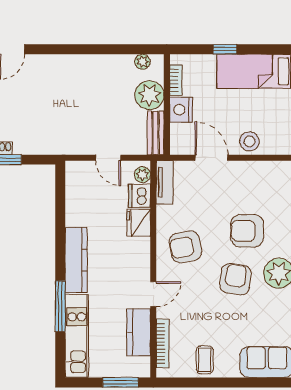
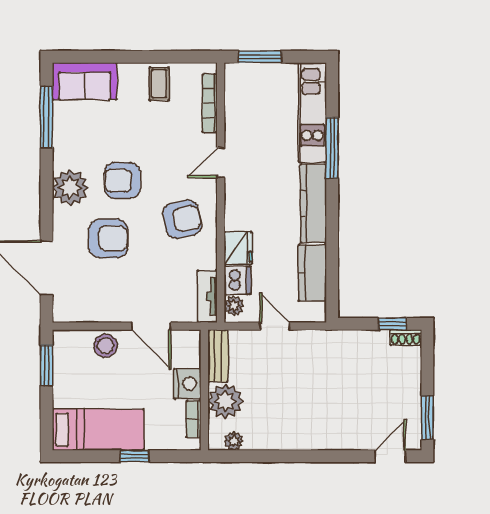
armchair: (235, 279) -> (122, 180), turned 82
kitchen counter: (139, 332) -> (312, 273), moved, turned 180

